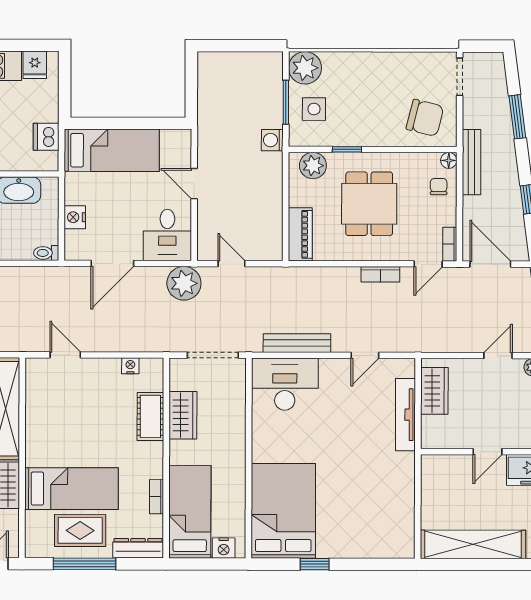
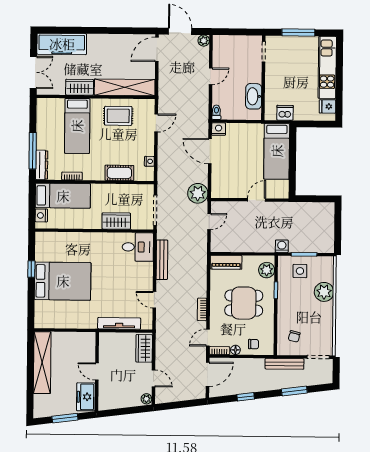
plant: (305, 68) -> (324, 292), moved
chair: (425, 118) -> (294, 336), width x0.54, depth x0.54
floor lamp: (449, 160) -> (235, 350), moved
bench: (471, 162) -> (284, 364), moved
nightstand: (75, 217) -> (219, 129), moved
desk: (167, 235) -> (226, 184), removed
door: (428, 264) -> (208, 338), hinge flipped
desk: (285, 384) -> (138, 247), width x0.73
wardrobe: (434, 391) -> (144, 348), moved, turned 90
wardrobe: (183, 415) -> (116, 221), moved, turned 180
bed: (283, 511) -> (63, 281), moved
rug: (80, 530) -> (118, 116), moved, turned 90
window: (84, 564) -> (33, 151), moved

